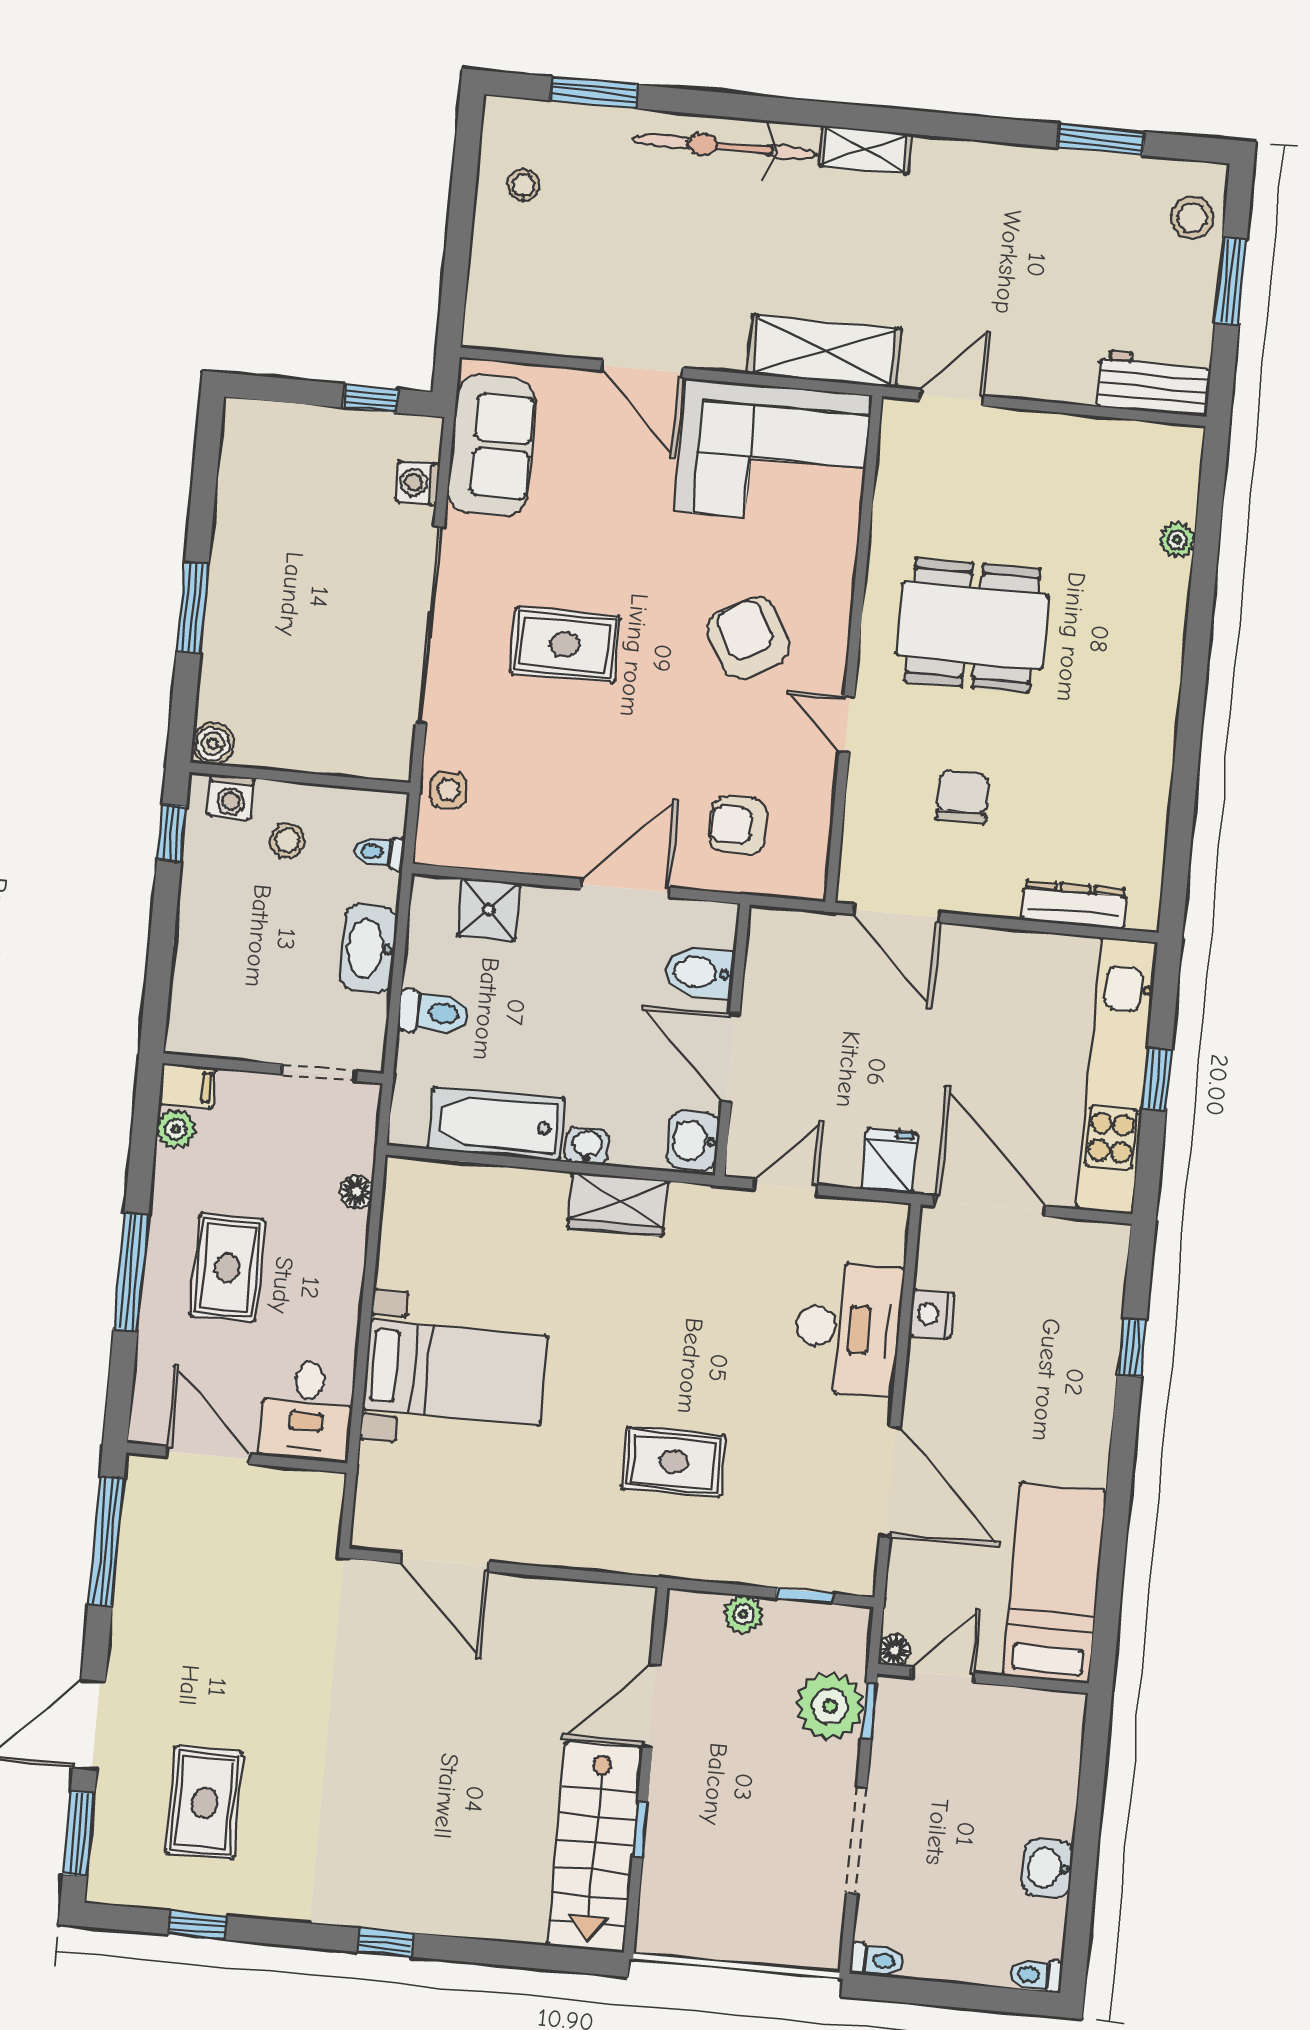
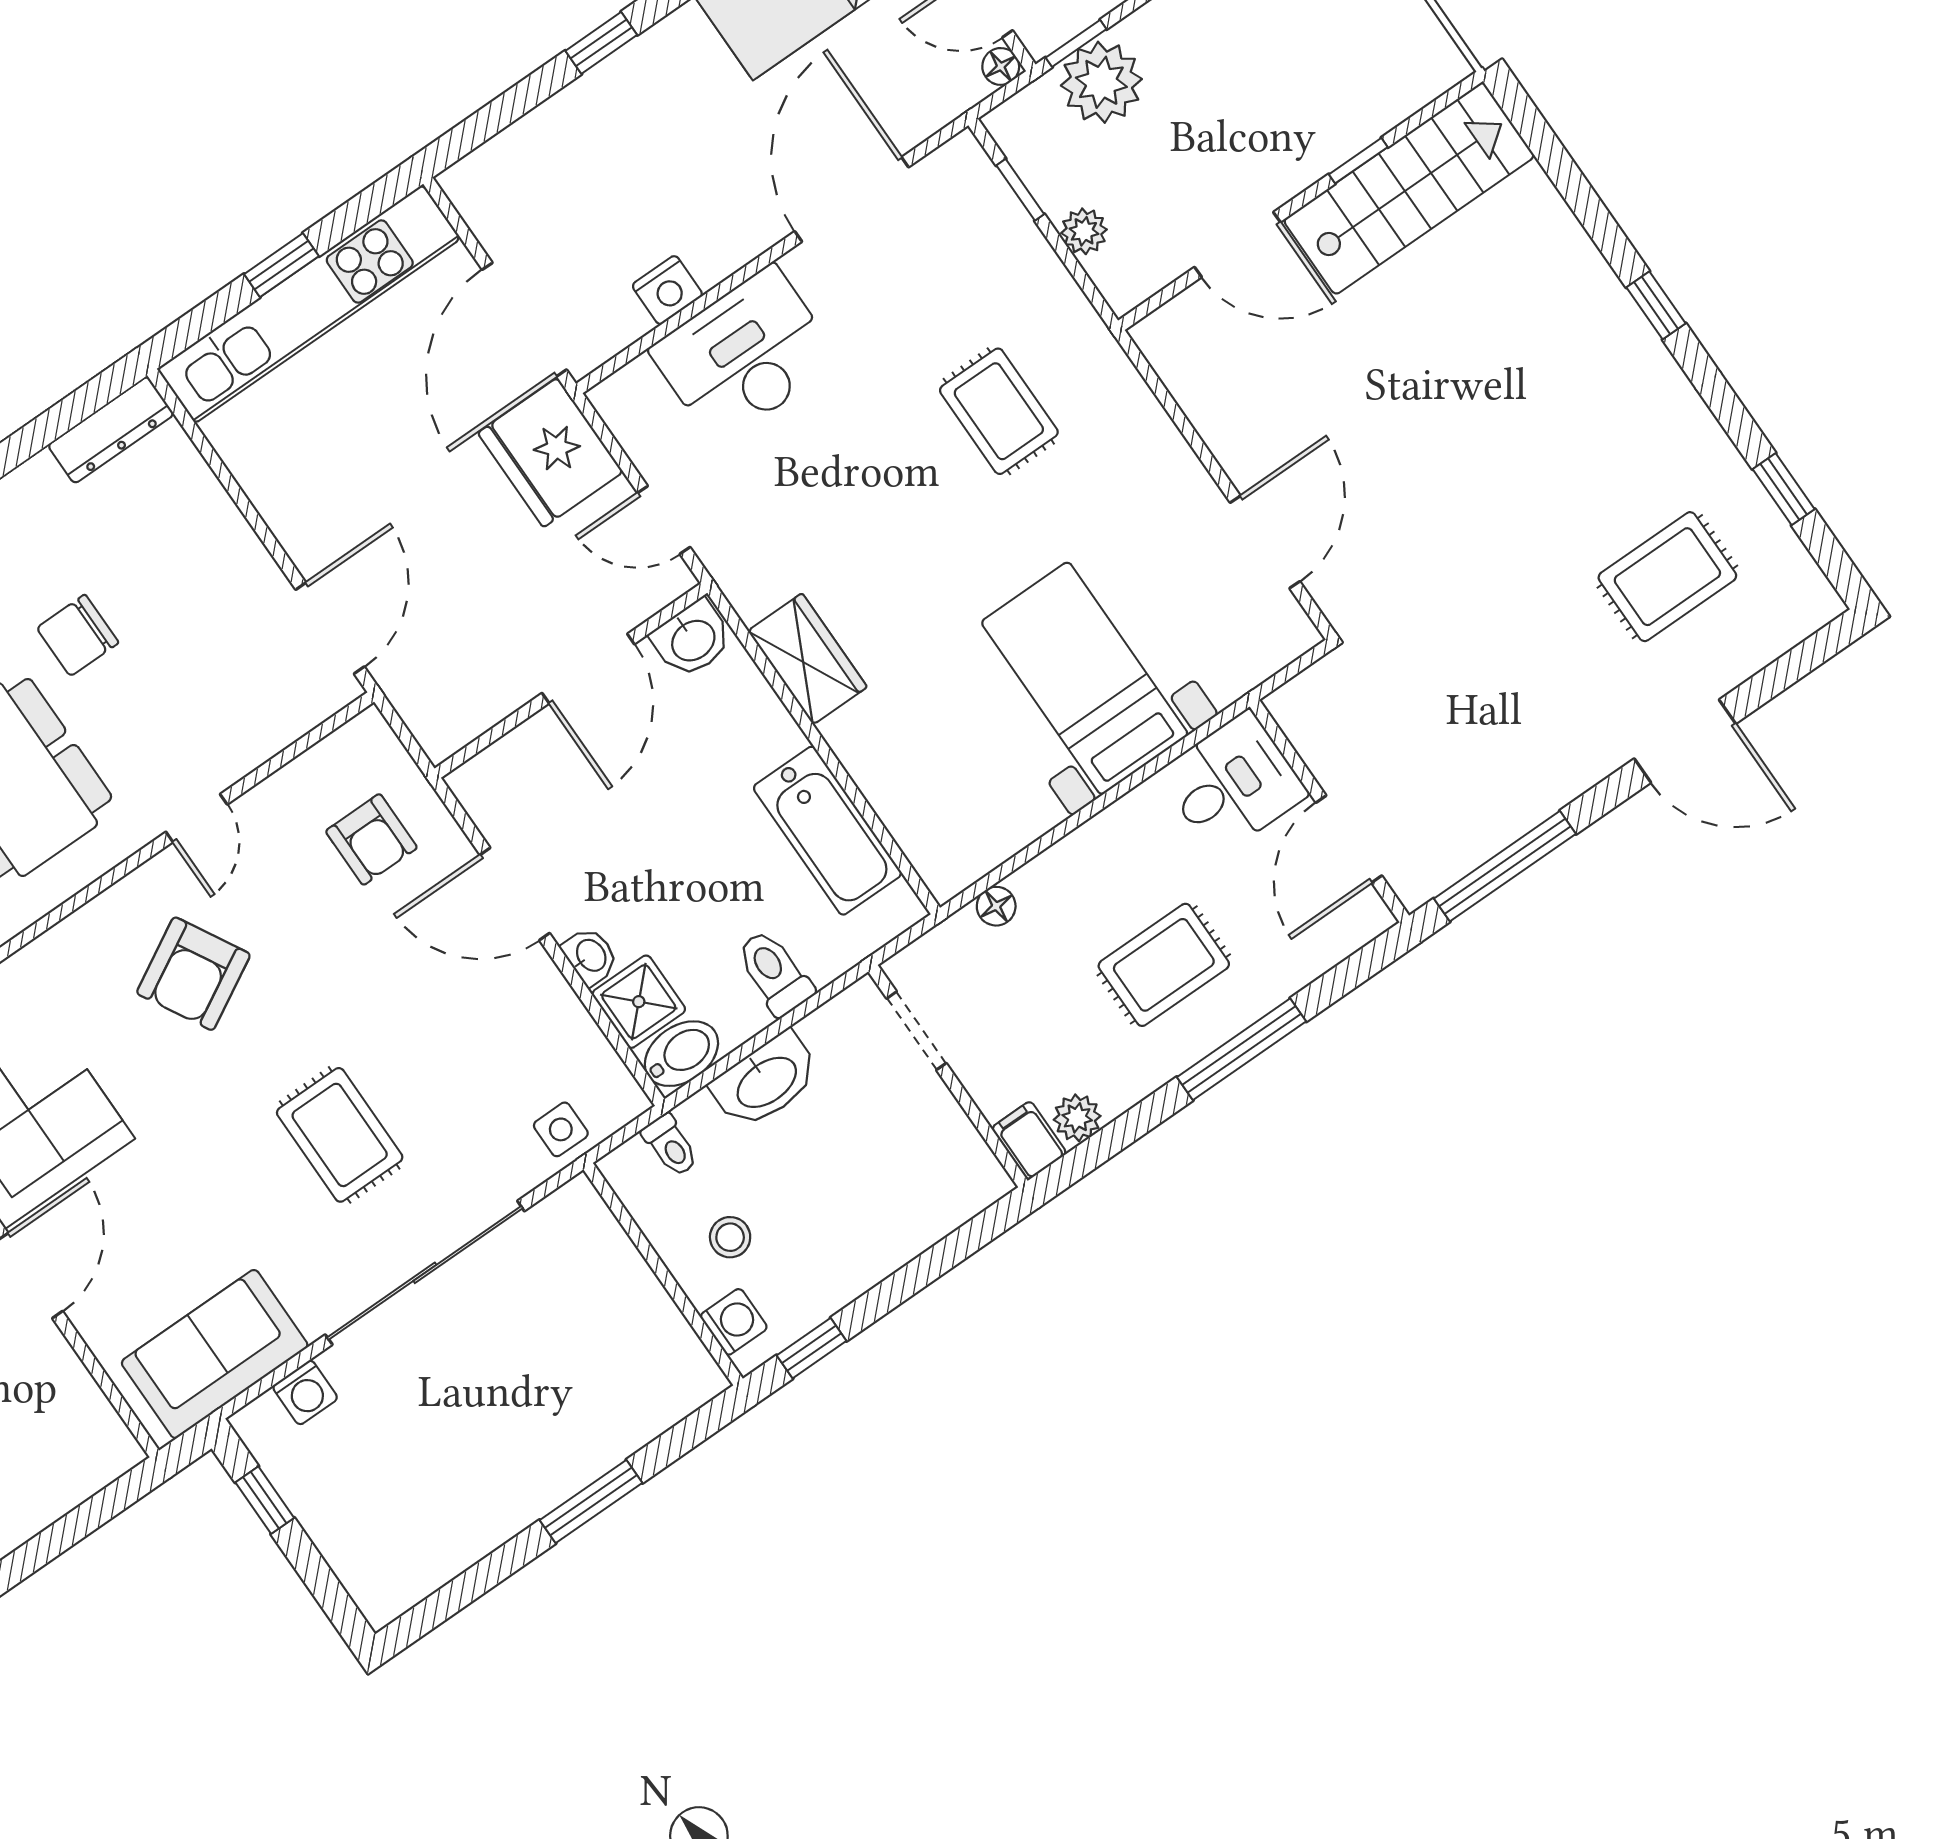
boiler: (213, 744) -> (699, 1379), removed
chair: (963, 797) -> (78, 635), moved
dresser: (1074, 905) -> (111, 430), moved, turned -90
bidet: (700, 973) -> (681, 1054), moved, turned -90
washbasin: (587, 1146) -> (590, 956), moved, turned 180
fridge: (889, 1161) -> (550, 452), width x1.88, depth x1.34
window: (1132, 1347) -> (601, 43), moved
window: (79, 1834) -> (1792, 667), removed

